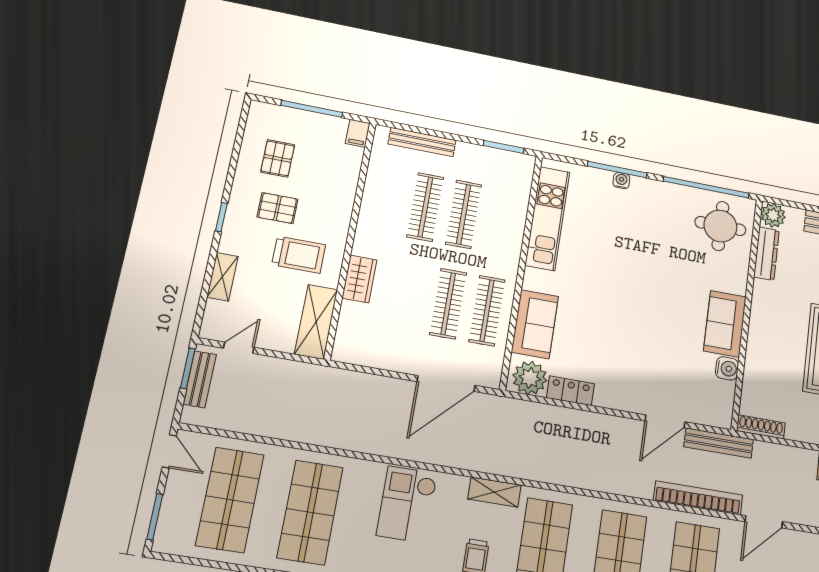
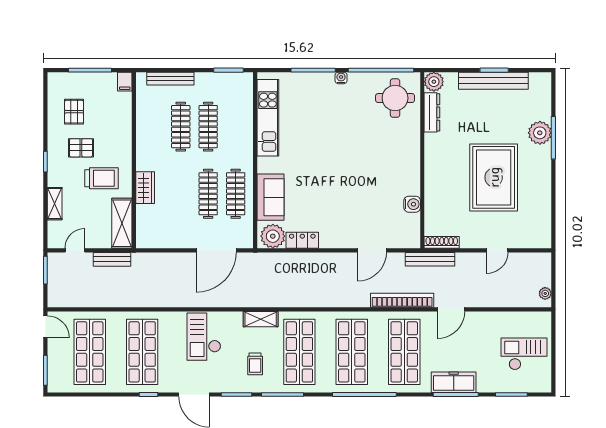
water cooler: (621, 181) -> (341, 78), moved
sofa: (725, 324) -> (407, 172), removed
bench: (200, 379) -> (112, 259), moved, turned 90
bench: (719, 443) -> (430, 259), moved

